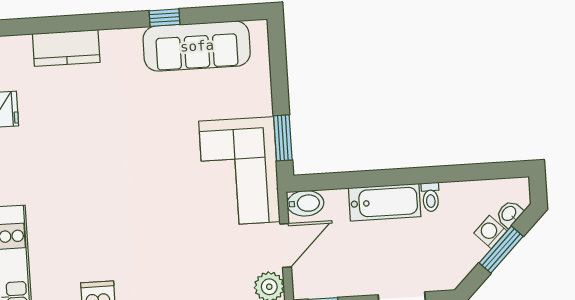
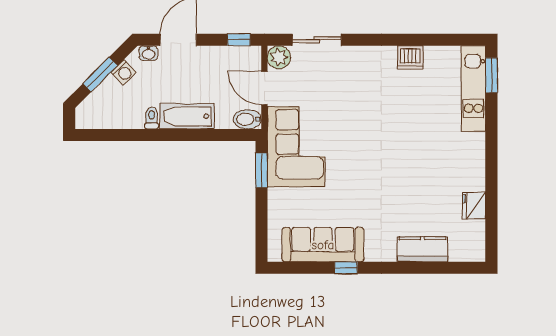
washbasin: (509, 214) -> (148, 53), moved, turned 45
washing machine: (490, 232) -> (124, 72), moved
door: (286, 246) -> (264, 88), hinge flipped

